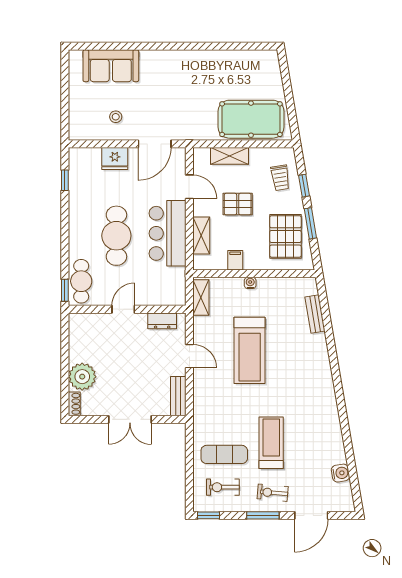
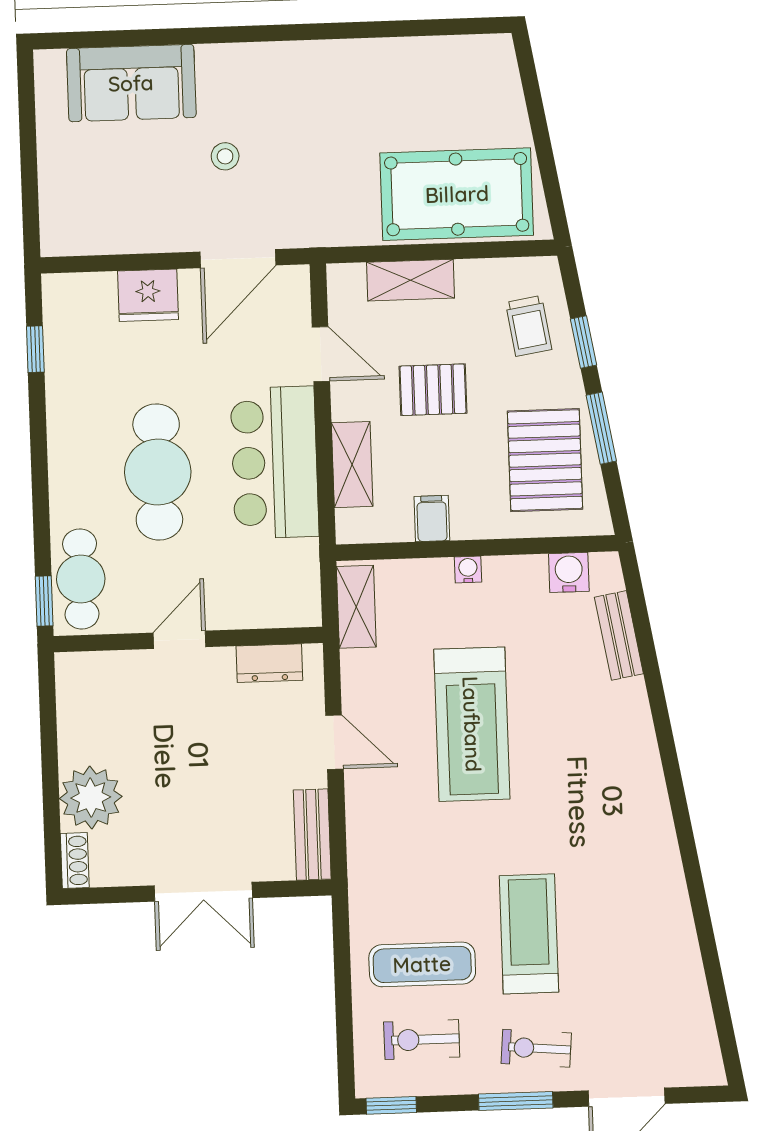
stool: (116, 117) -> (225, 156), moved
water cooler: (341, 473) -> (569, 572), moved, turned -80

